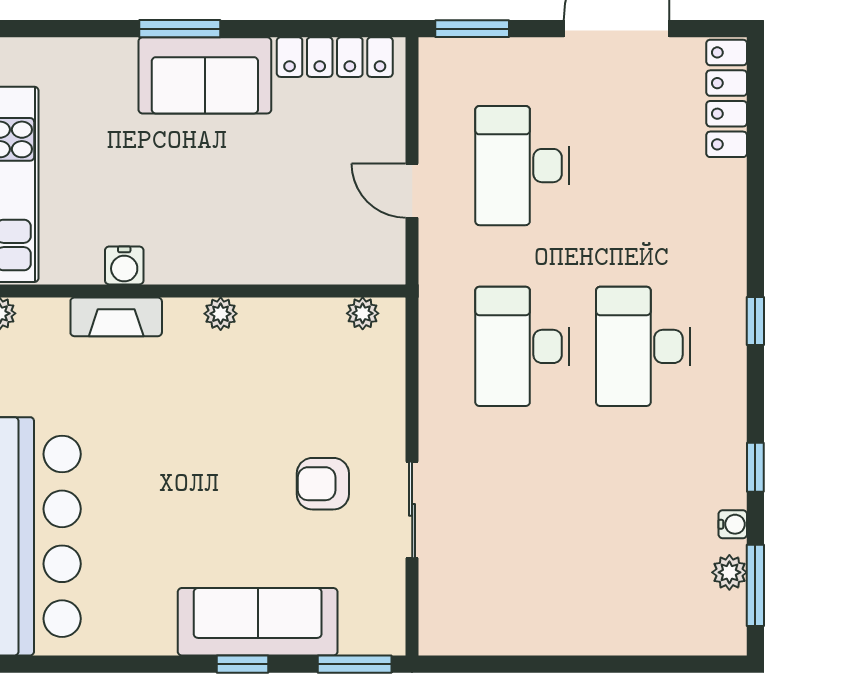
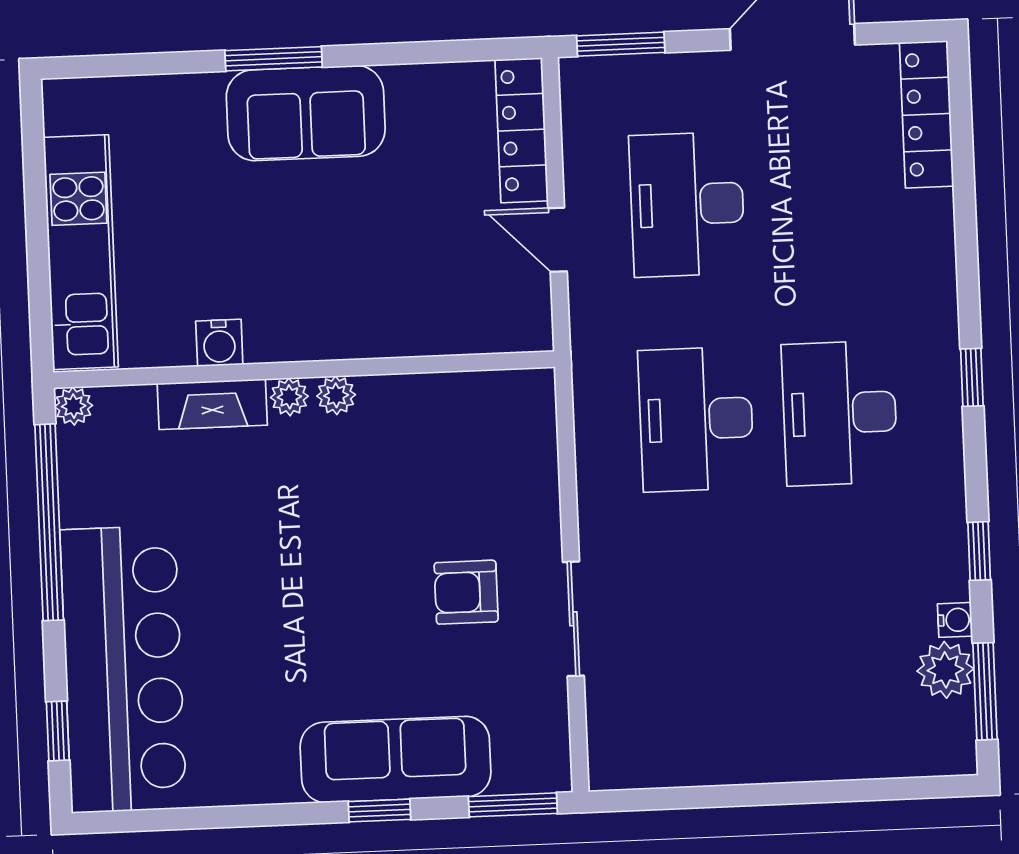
locker: (335, 57) -> (522, 130), moved, turned 90
plant: (363, 313) -> (289, 397), moved
plant: (729, 572) -> (945, 670), width x1.38, depth x1.38

